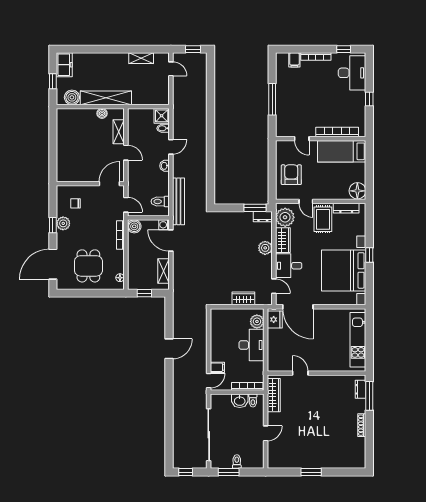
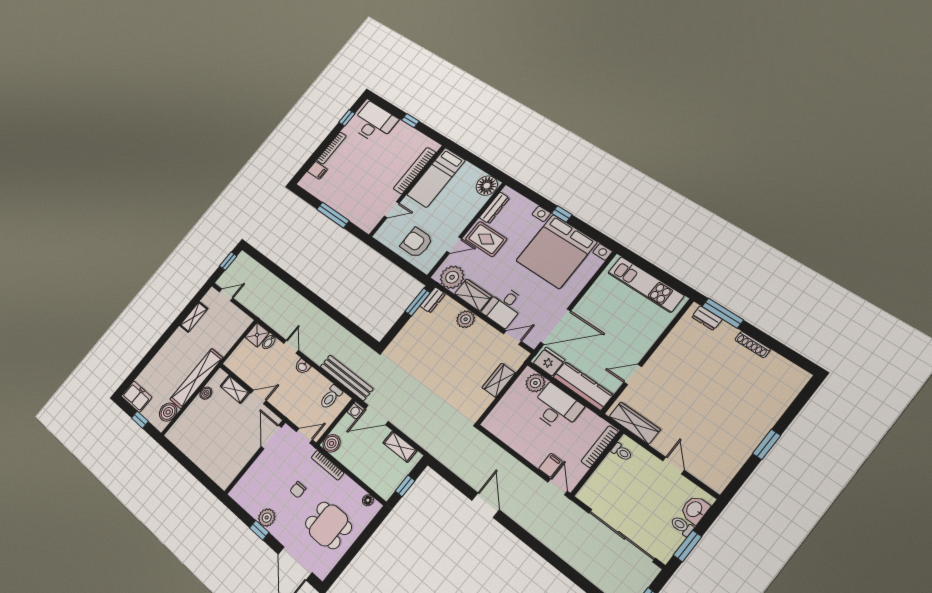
chair: (76, 203) -> (298, 490), moved
kitchen counter: (274, 350) -> (583, 386), added
washbasin: (240, 401) -> (695, 510), moved, turned 180

